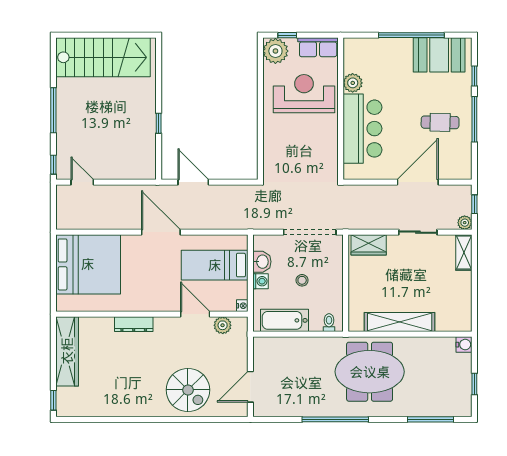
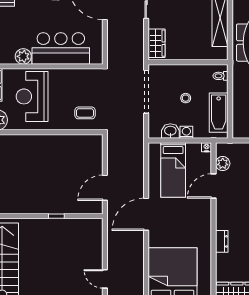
coffee table: (284, 158) -> (85, 113), added
door: (82, 182) -> (105, 279), hinge flipped
dresser: (134, 324) -> (222, 241), width x0.70

